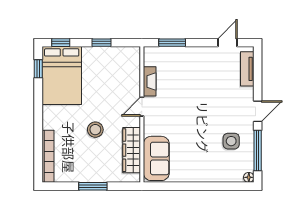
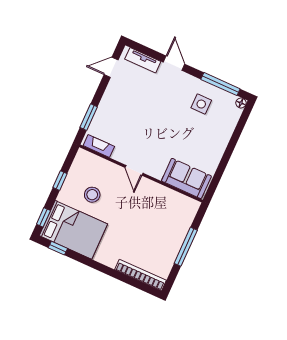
door: (228, 43) -> (111, 67), hinge flipped
fireplace: (150, 81) -> (99, 146), moved
door: (258, 111) -> (174, 63), moved
stool: (95, 130) -> (92, 195), moved
wardrobe: (132, 150) -> (169, 197), removed
window: (93, 186) -> (186, 247), width x1.44

